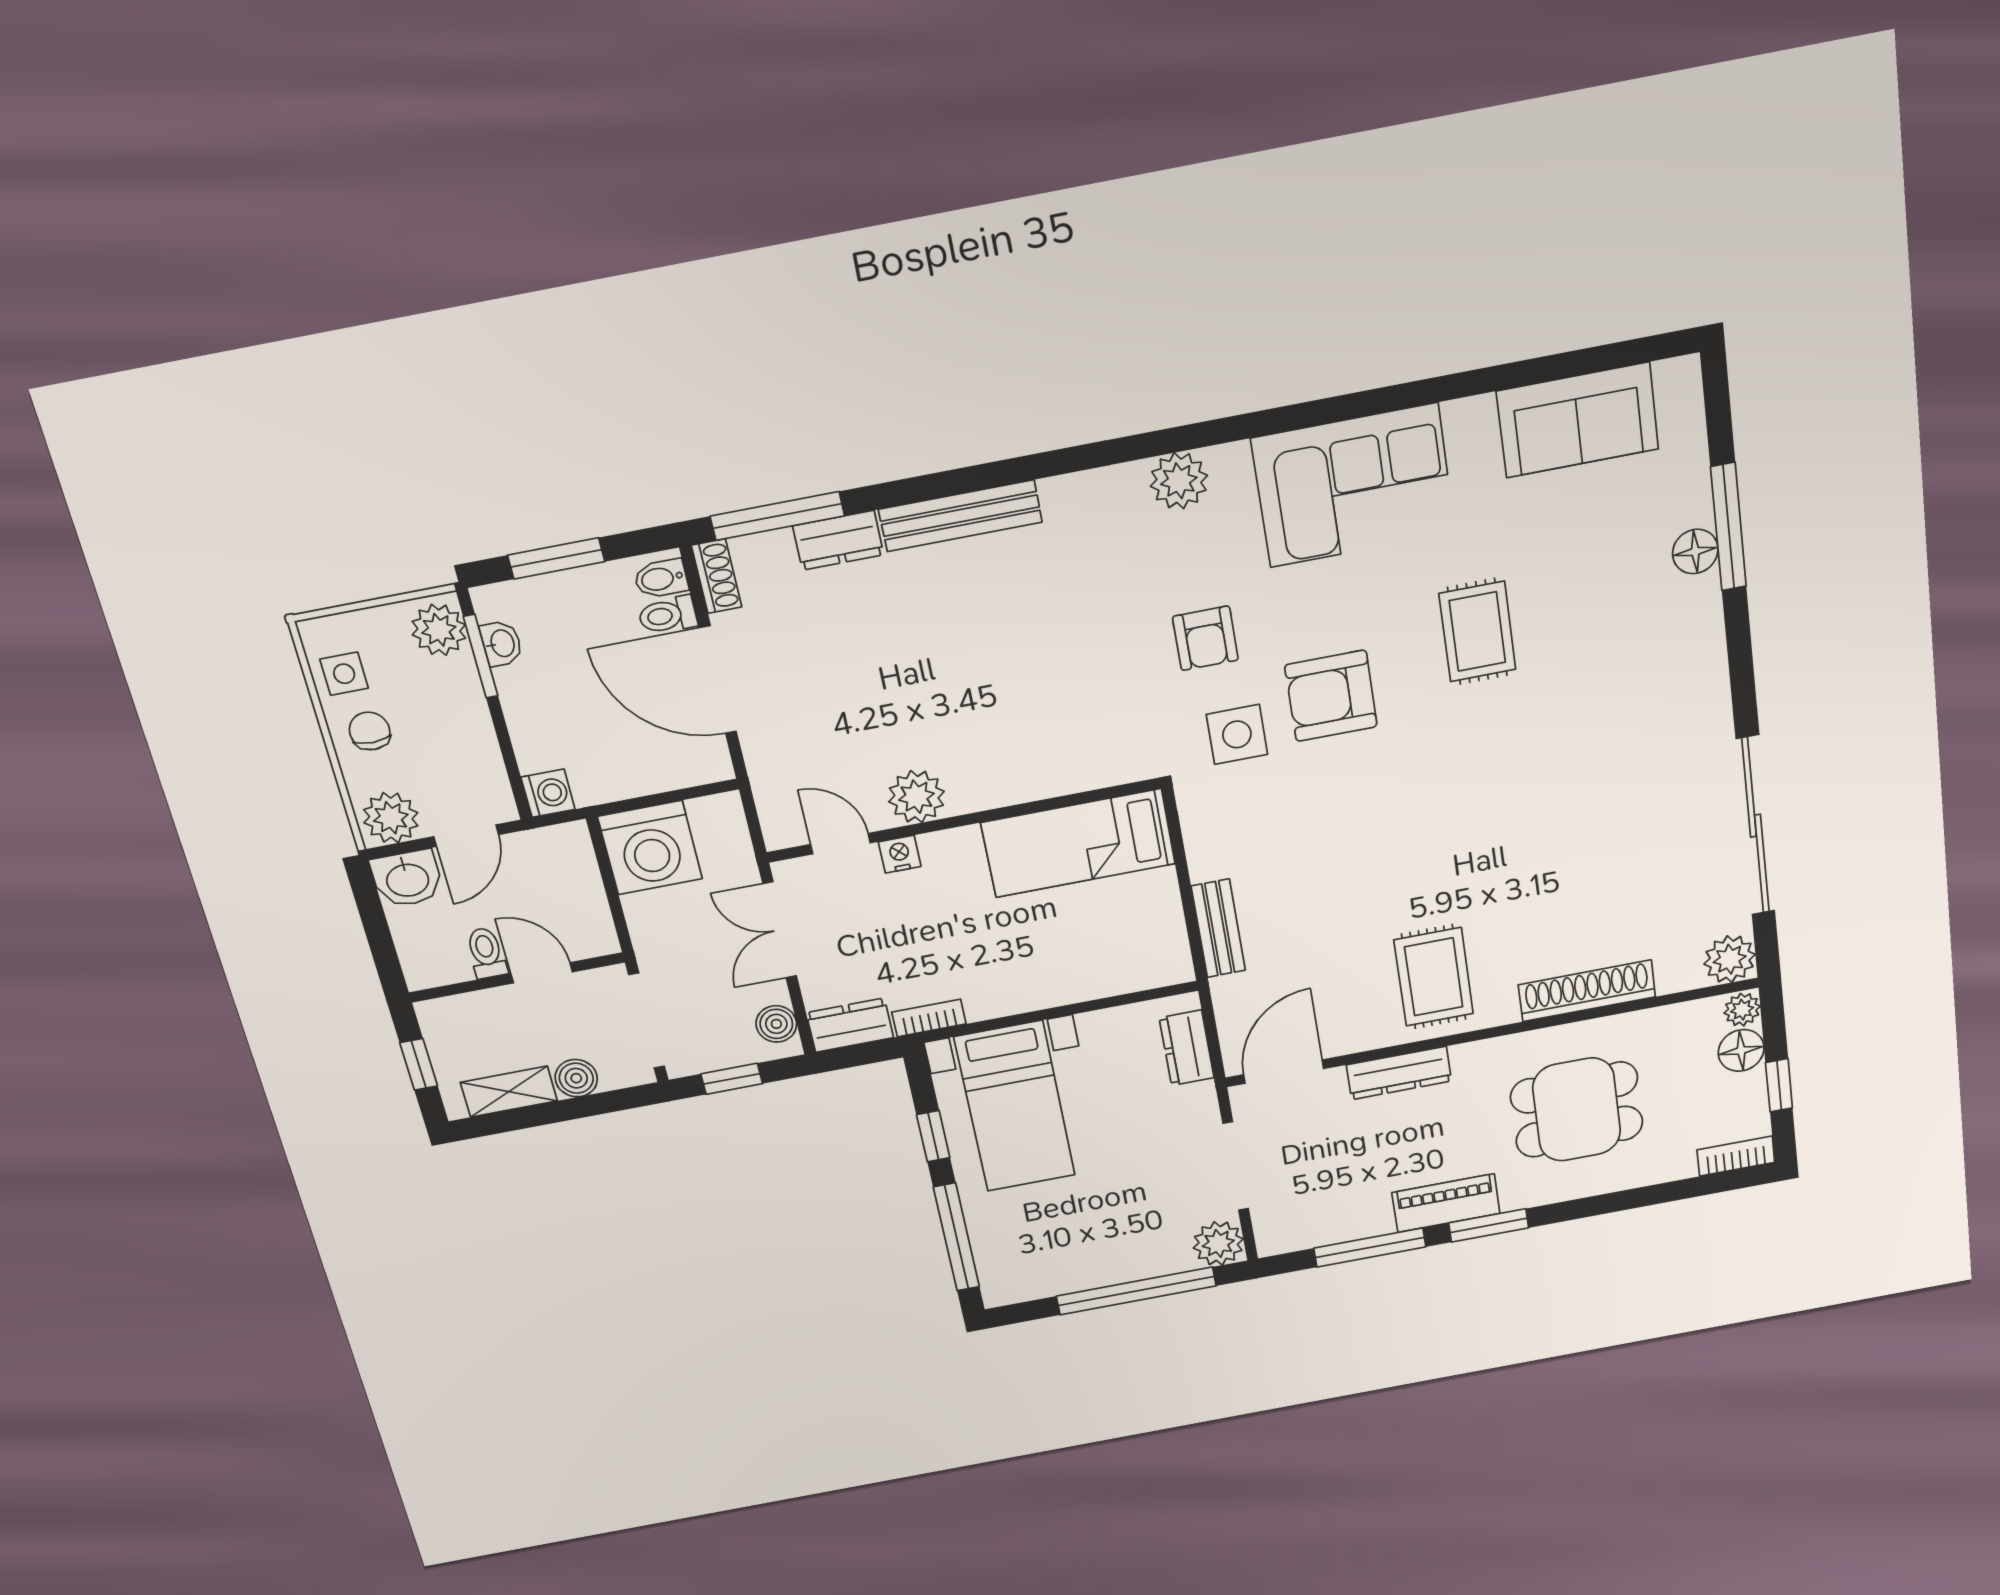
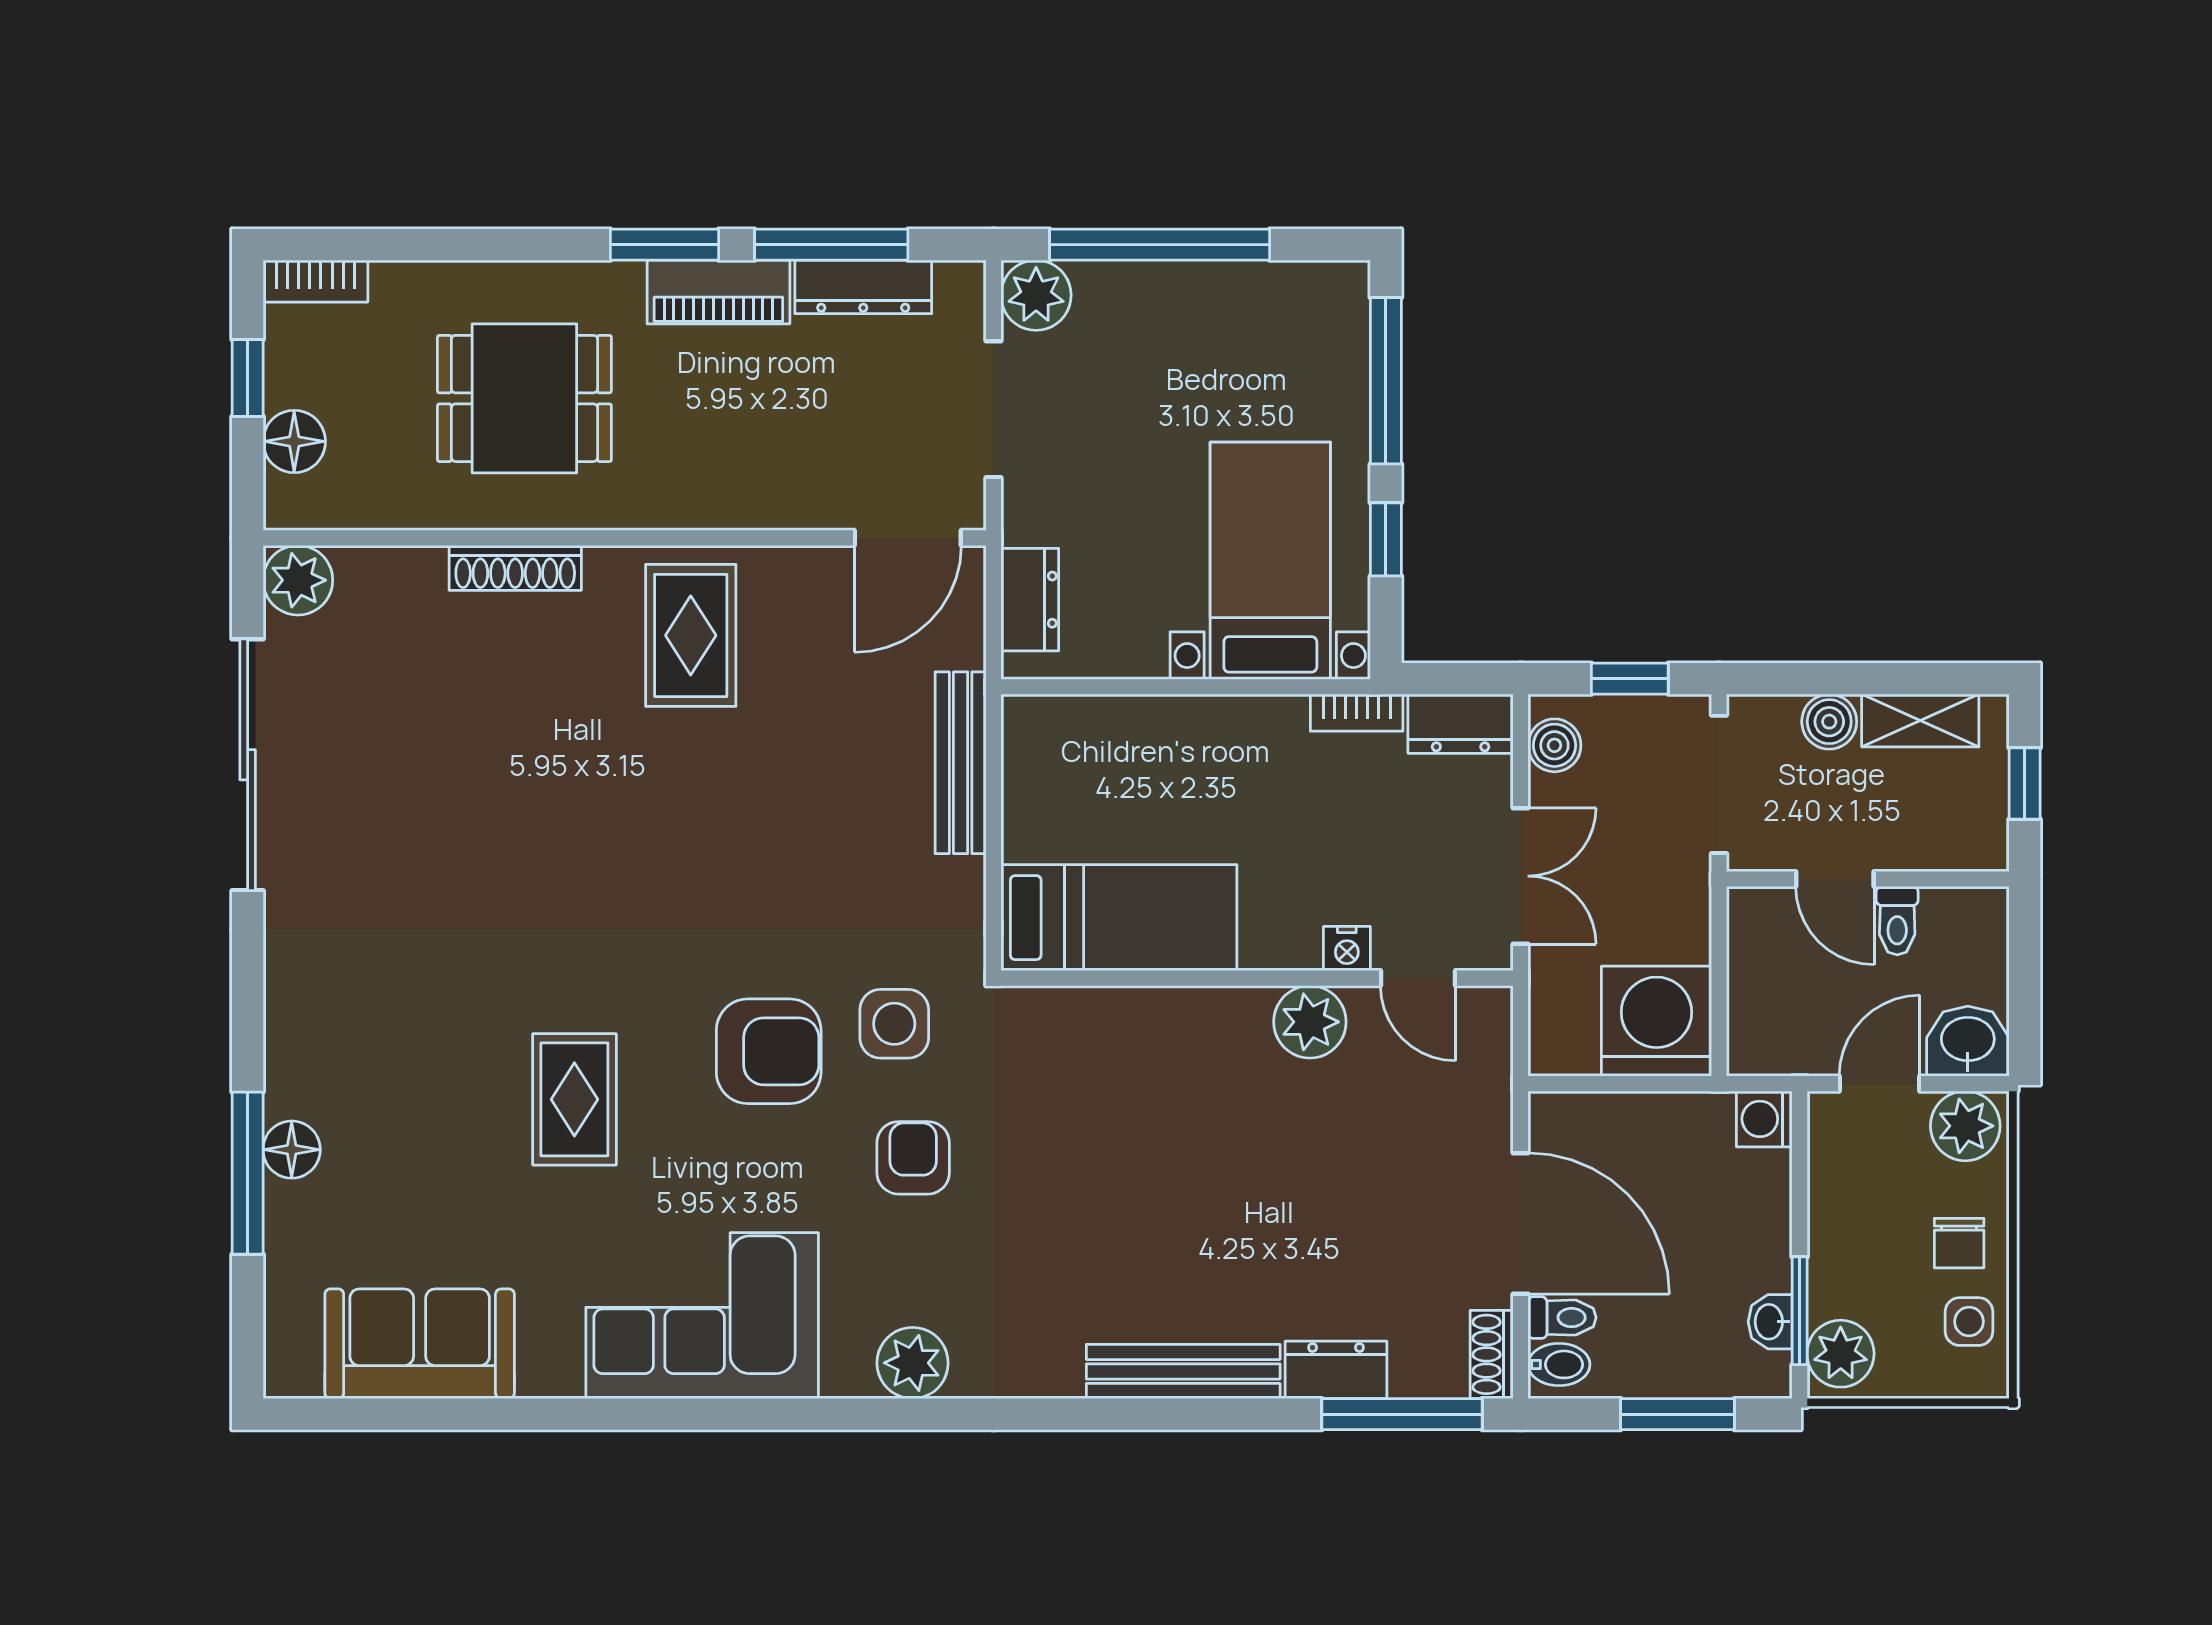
bench: (1218, 928) -> (961, 763), width x1.36
shoe rack: (1587, 991) -> (515, 568), width x0.74, depth x0.81
plant: (1742, 1010) -> (288, 502), removed
dresser: (1399, 1073) -> (863, 287), moved, turned 180

